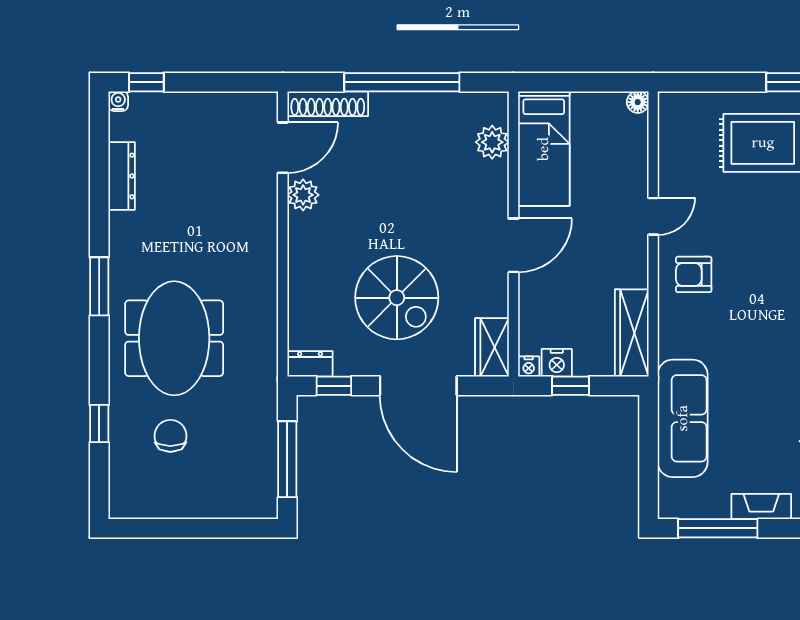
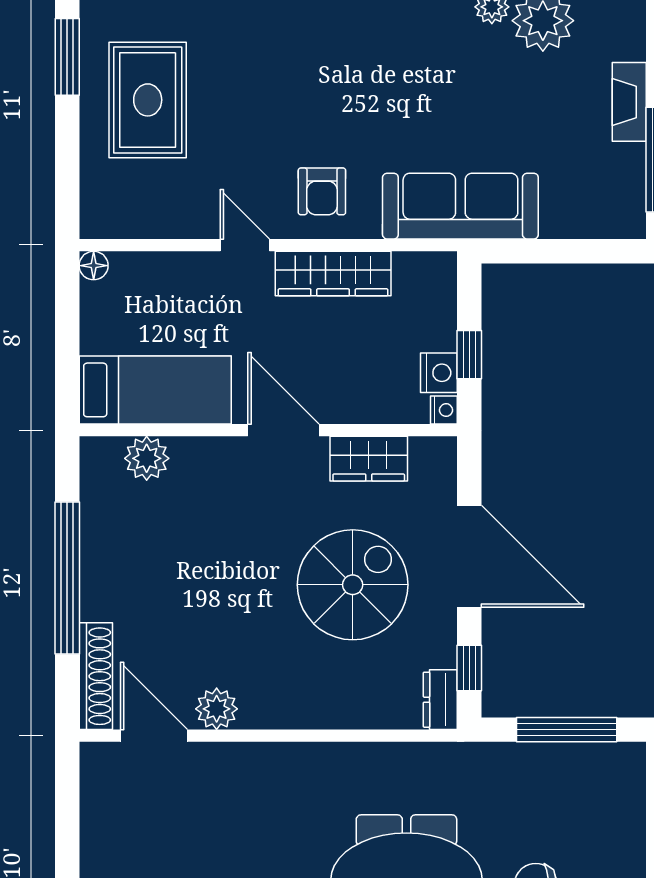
wardrobe: (632, 333) -> (333, 274), moved
wardrobe: (492, 347) -> (369, 459), moved
door: (418, 386) -> (469, 556), hinge flipped
sofa: (683, 418) -> (460, 206), moved

